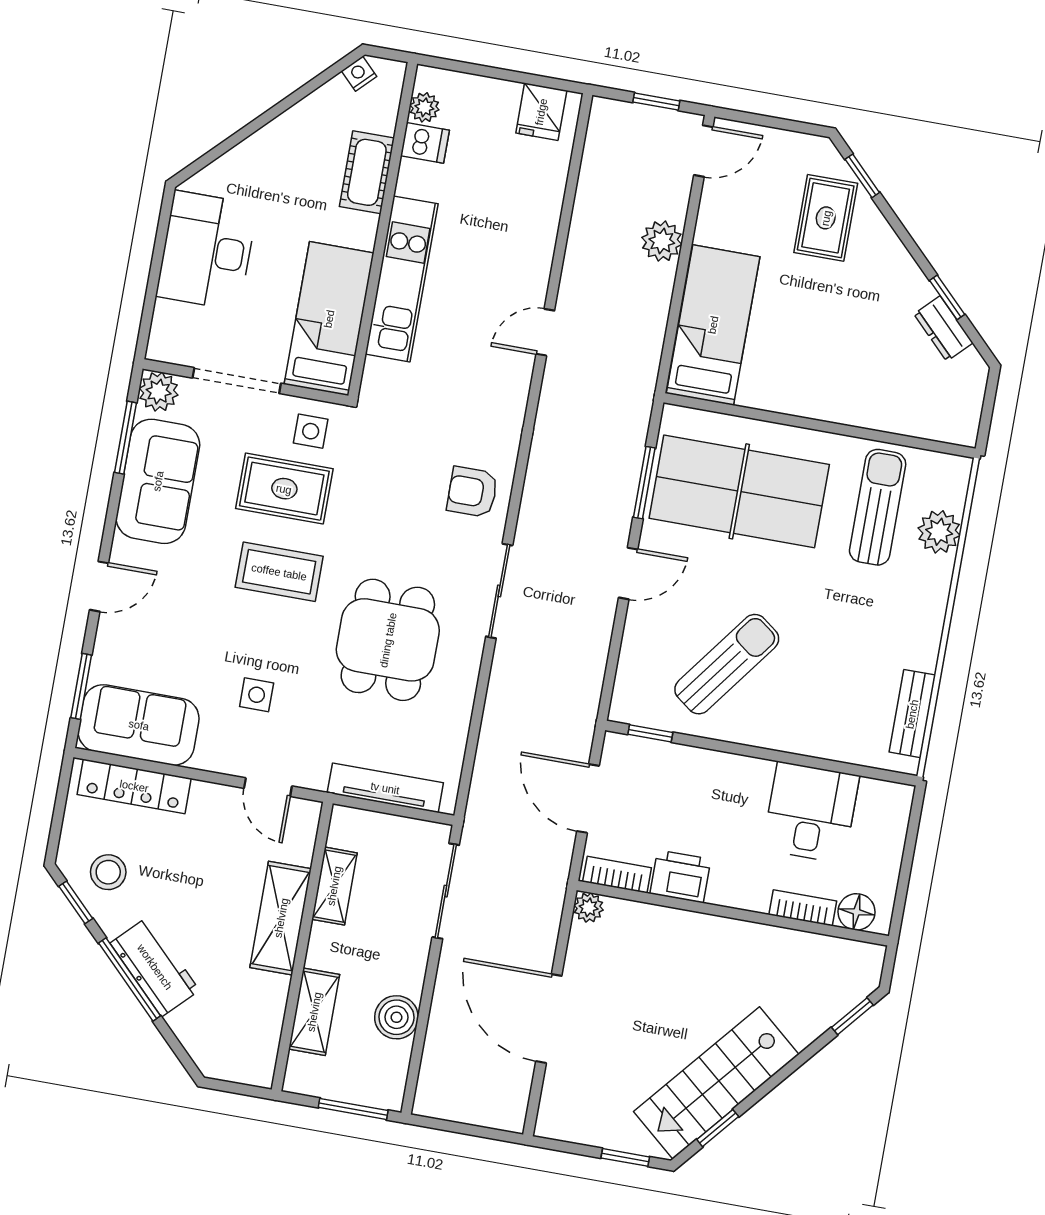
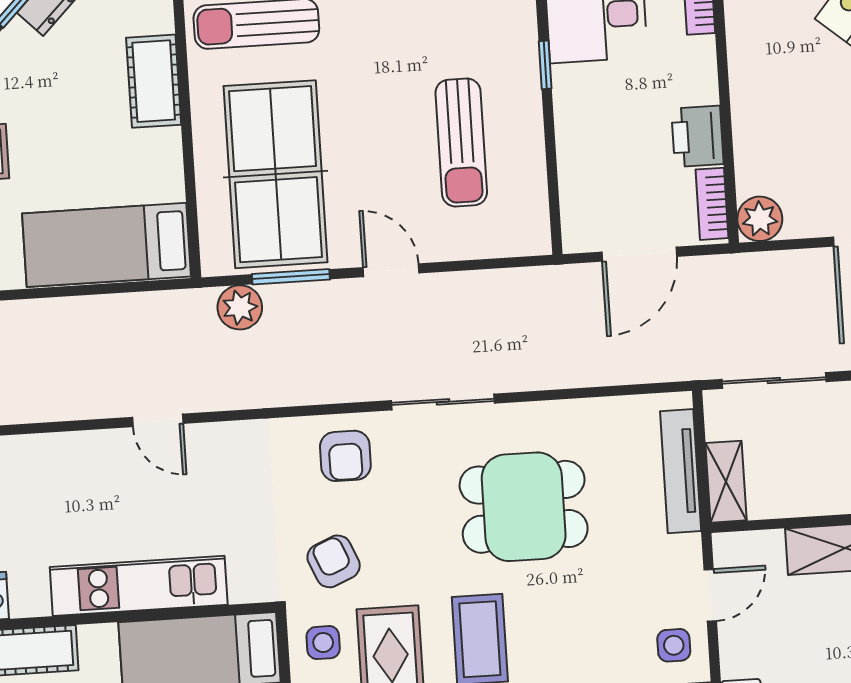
plant: (662, 241) -> (240, 307), moved
cot: (849, 403) -> (154, 81), added
armchair: (381, 458) -> (334, 561), added
sun lounger: (727, 664) -> (461, 143), turned -127
side table: (257, 695) -> (674, 645), moved
window: (650, 733) -> (545, 65), moved
shelving: (334, 886) -> (726, 482), moved, turned 90
plant: (589, 907) -> (760, 219), width x1.38, depth x1.38

